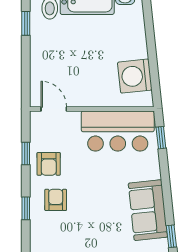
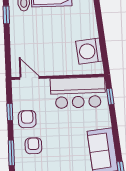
armchair: (49, 164) -> (27, 119), turned 180
window: (26, 208) -> (11, 153), width x1.50

